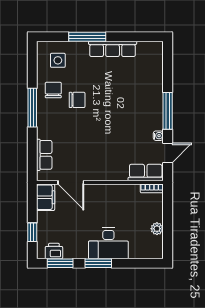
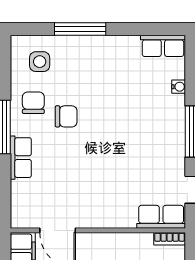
row of seats: (113, 49) -> (163, 46), moved, width x0.68
water cooler: (158, 136) -> (179, 87), moved
row of seats: (44, 155) -> (21, 158), moved

